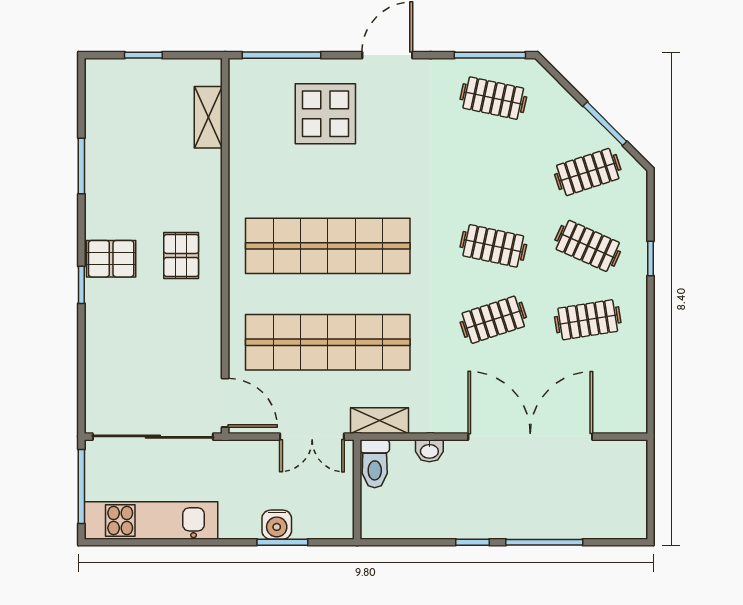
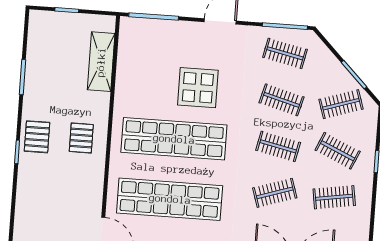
display table: (325, 114) -> (198, 88), moved
shelving: (208, 117) -> (101, 62), width x1.50, depth x1.33
clothes rail: (493, 172) -> (282, 100), added
pallet: (111, 259) -> (37, 137), turned 90

